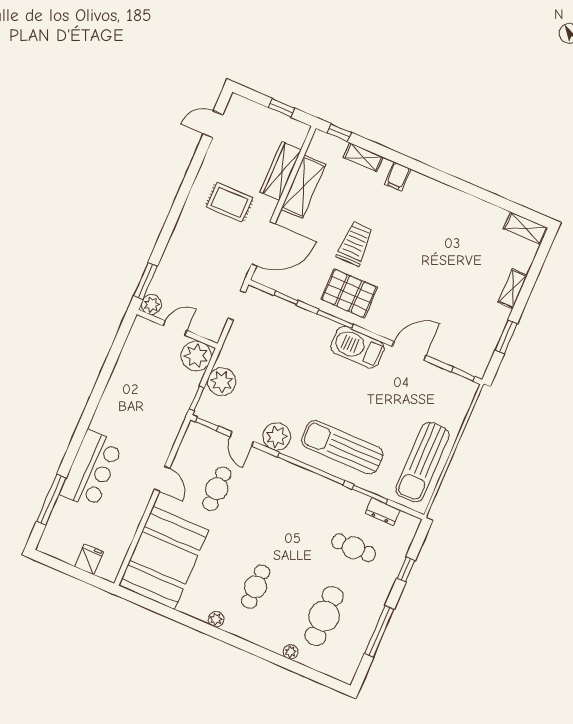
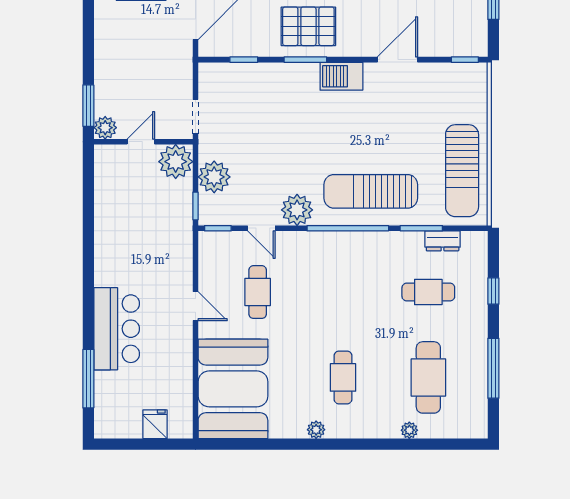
doorway: (237, 305) -> (195, 117), moved
barbecue: (357, 347) -> (341, 76), width x0.73, depth x0.83

